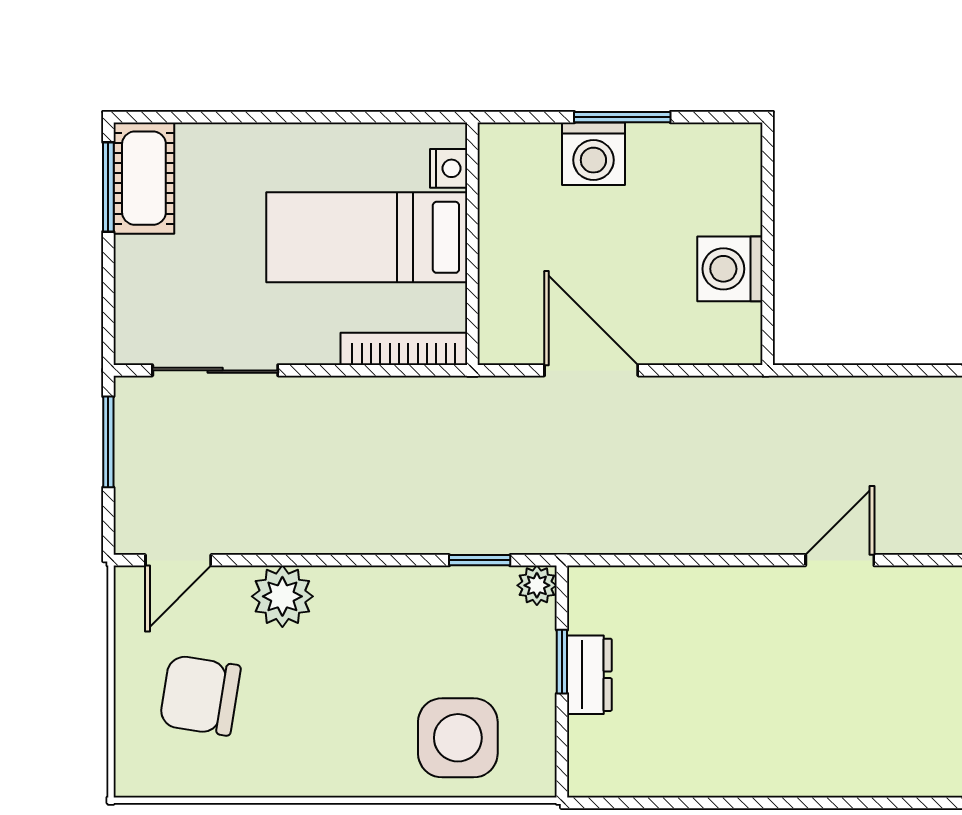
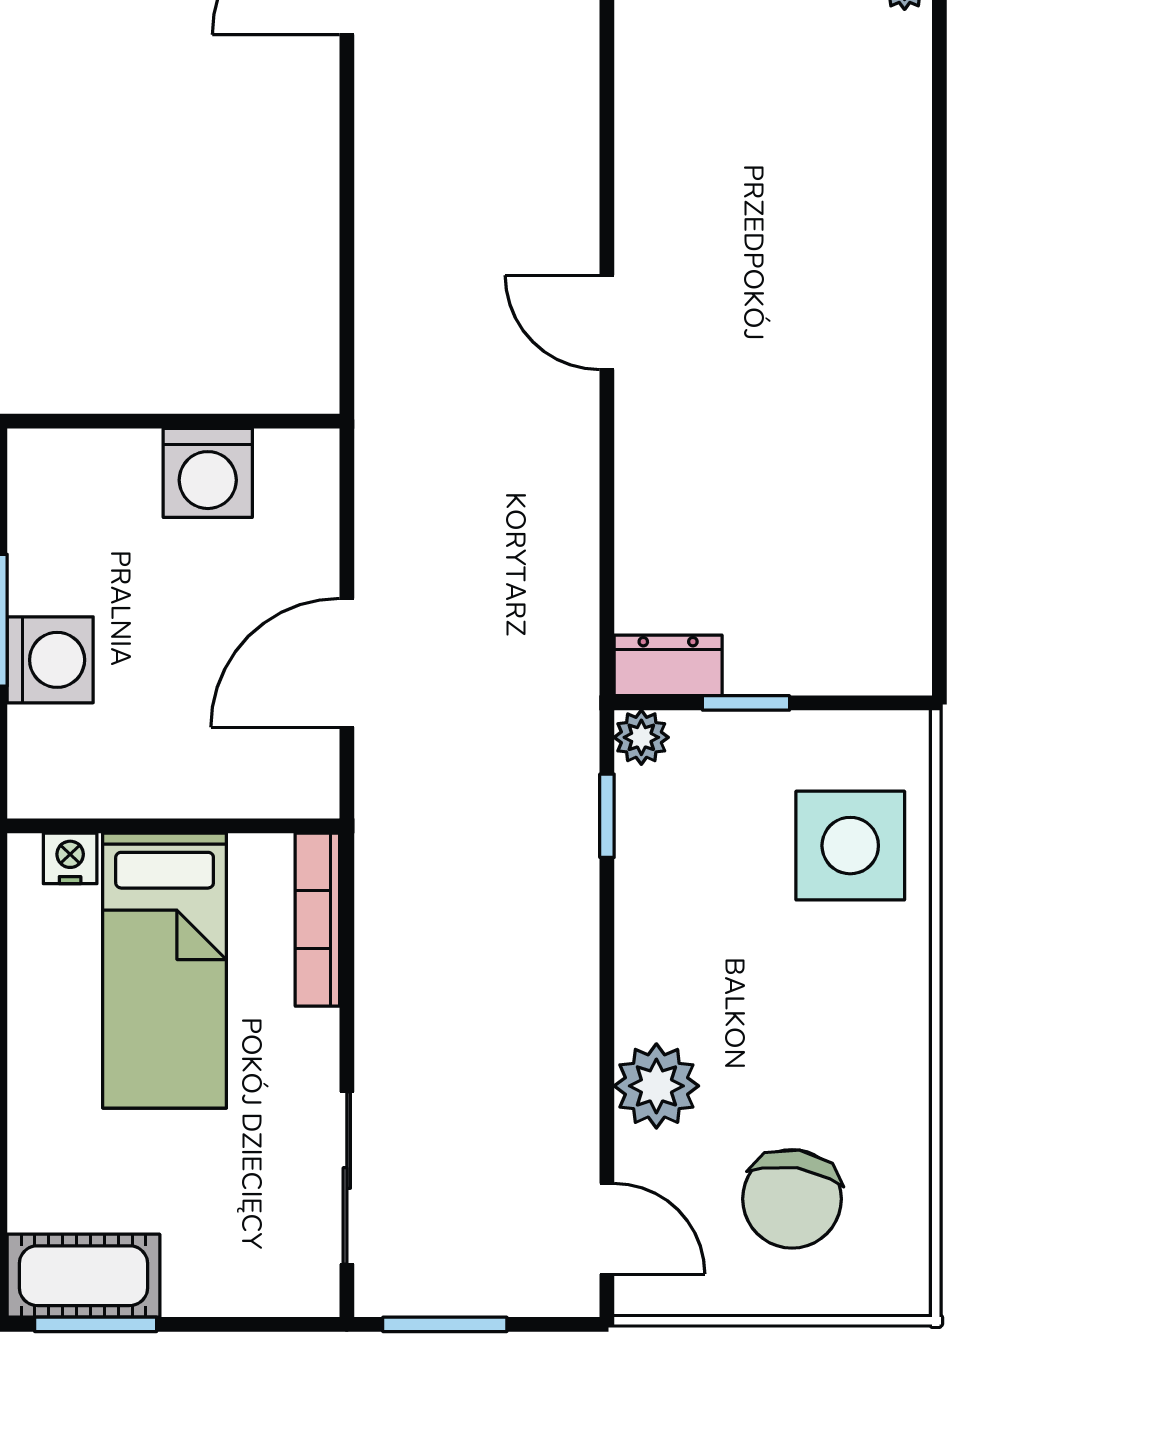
dresser: (589, 675) -> (668, 665), moved

